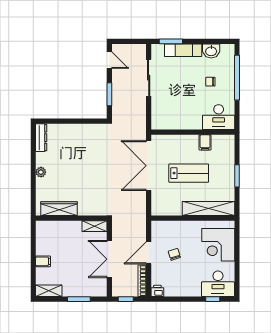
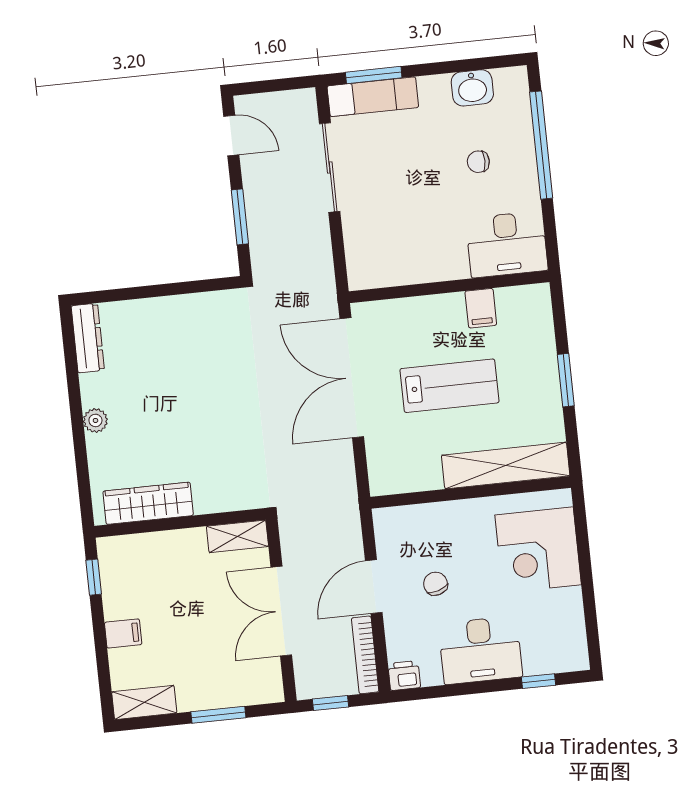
exam couch: (183, 50) -> (373, 97), moved
window: (33, 237) -> (94, 577), added
desk: (218, 284) -> (480, 650), moved

